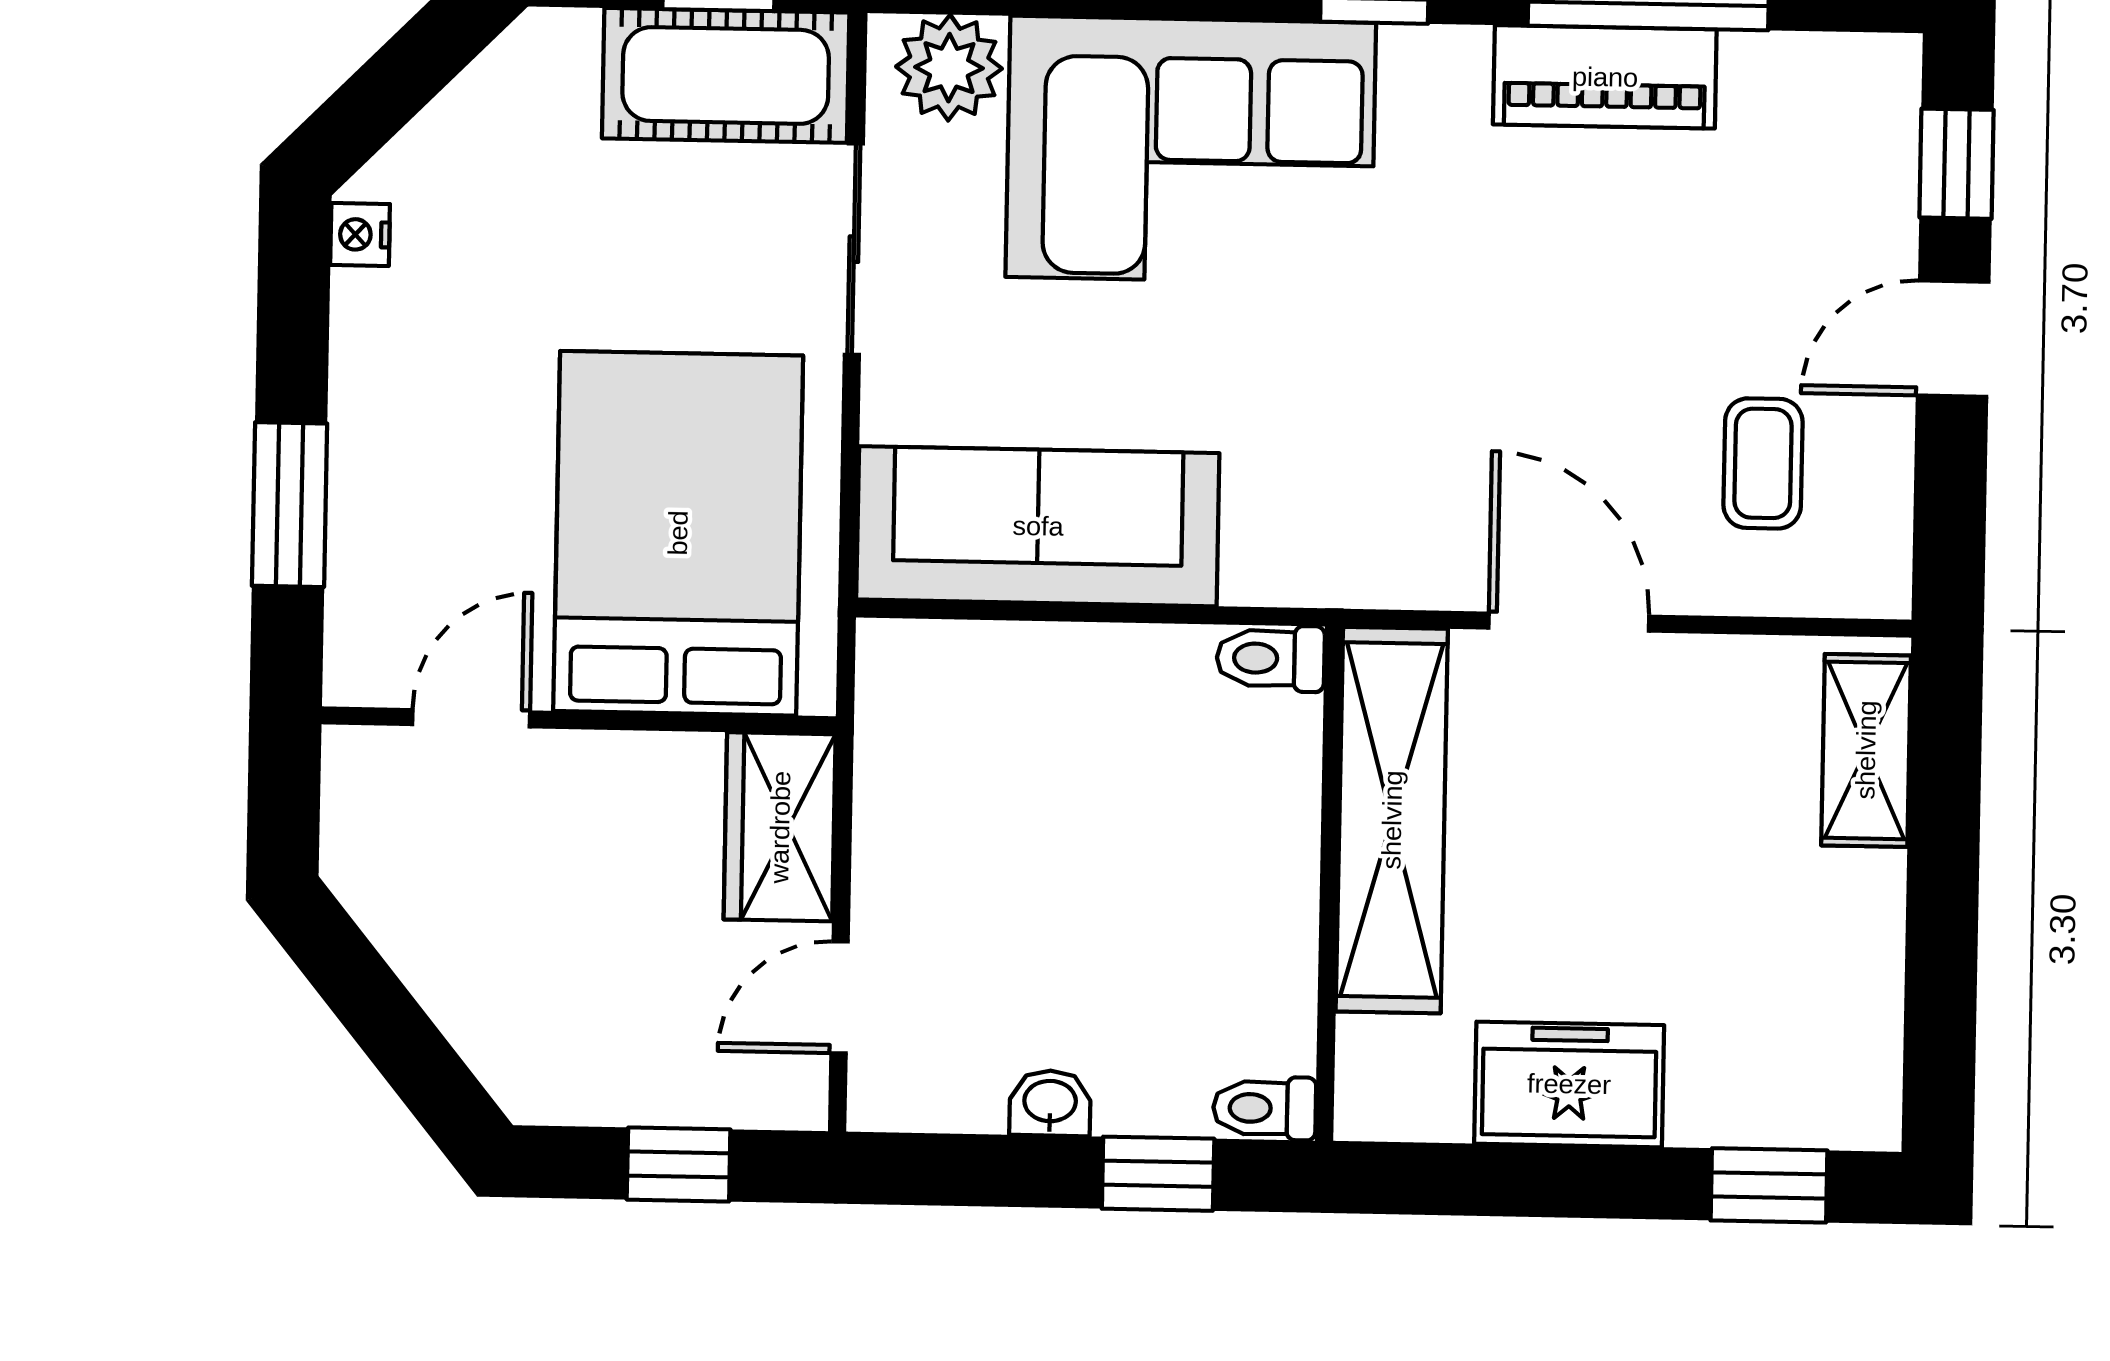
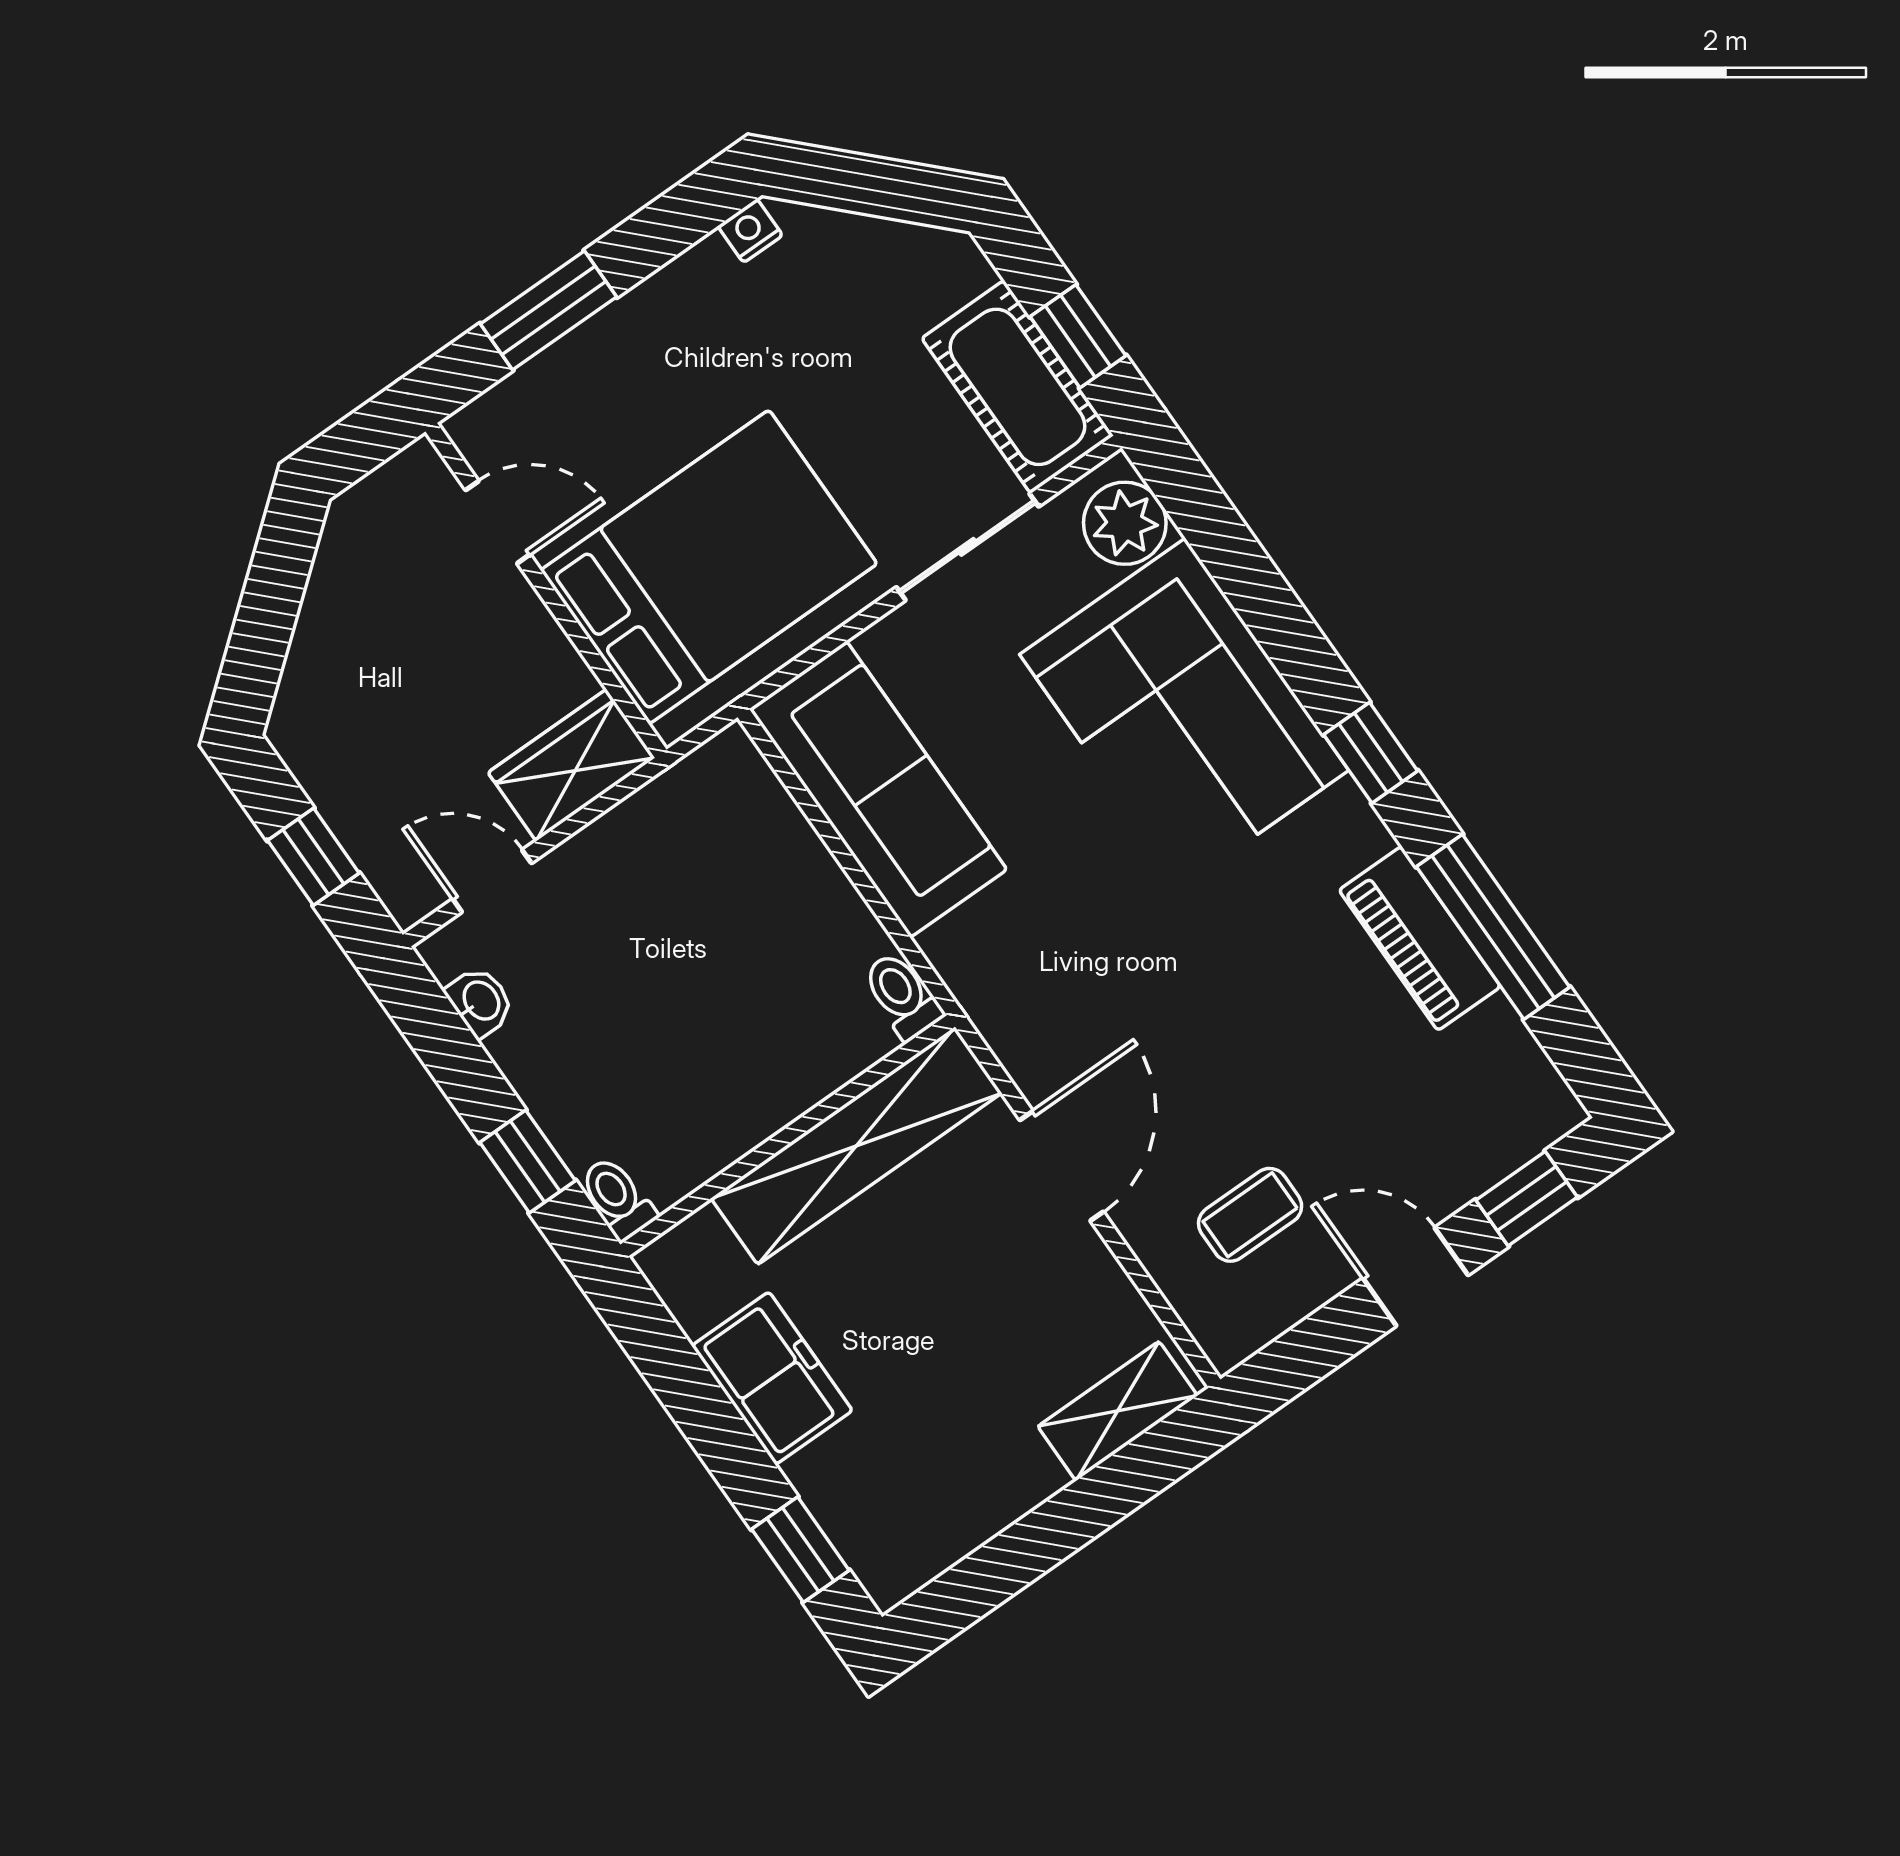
washbasin: (1050, 1103) -> (480, 1001), moved

